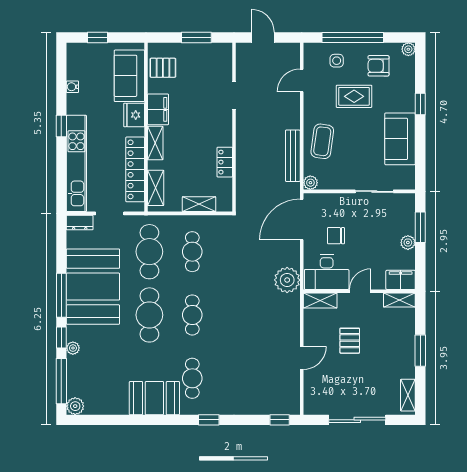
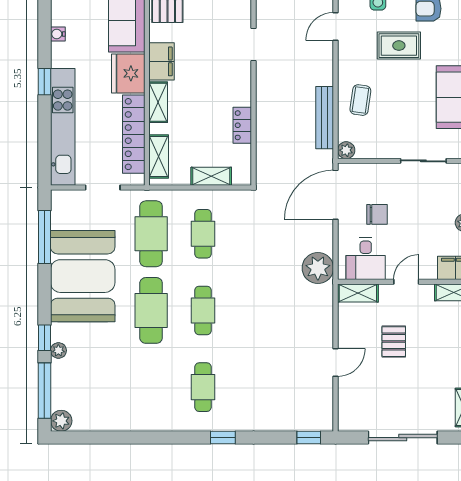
fridge: (134, 115) -> (128, 73), width x1.36, depth x1.34
coffee table: (322, 141) -> (360, 100), width x0.73, depth x0.77
dresser: (80, 223) -> (67, 199), removed
chair: (336, 236) -> (377, 214), turned 180
desk: (327, 272) -> (366, 259), width x0.73
window: (61, 295) -> (44, 237), moved
booth: (154, 398) -> (157, 411), removed

